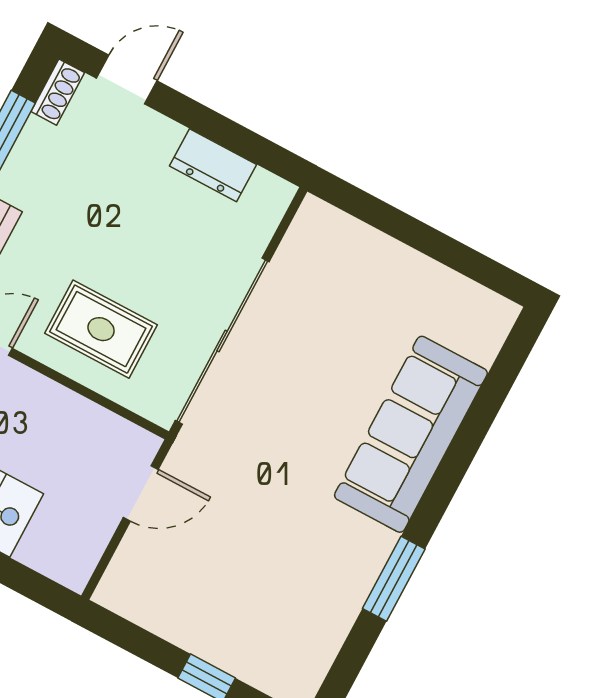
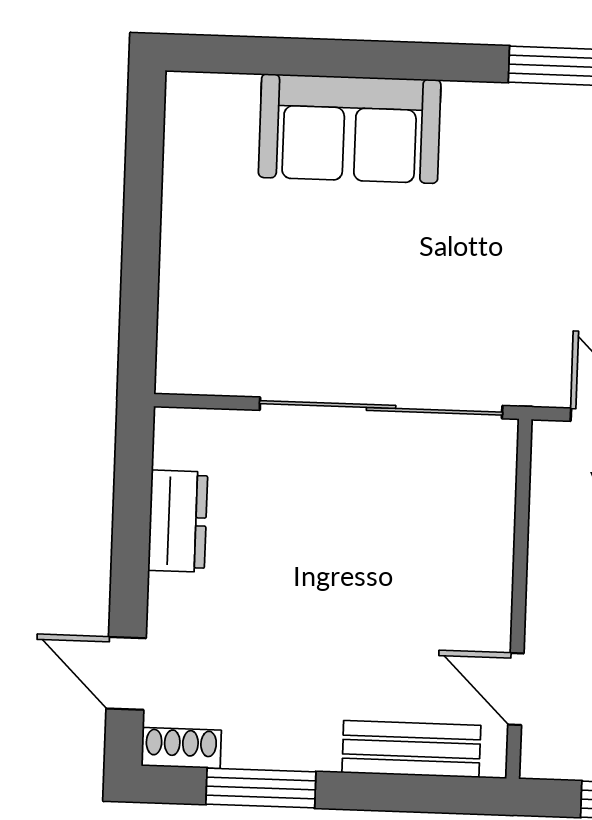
rug: (101, 329) -> (437, 559), removed
sofa: (411, 434) -> (350, 129), width x0.73

